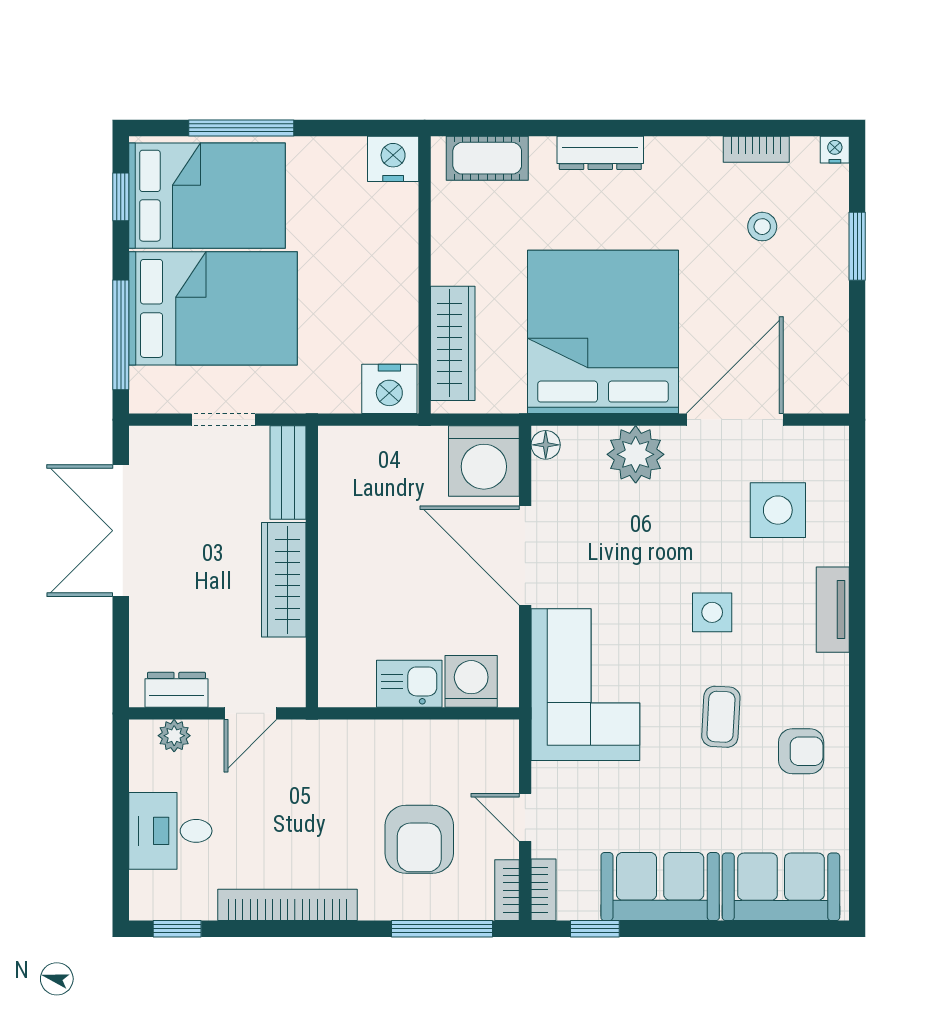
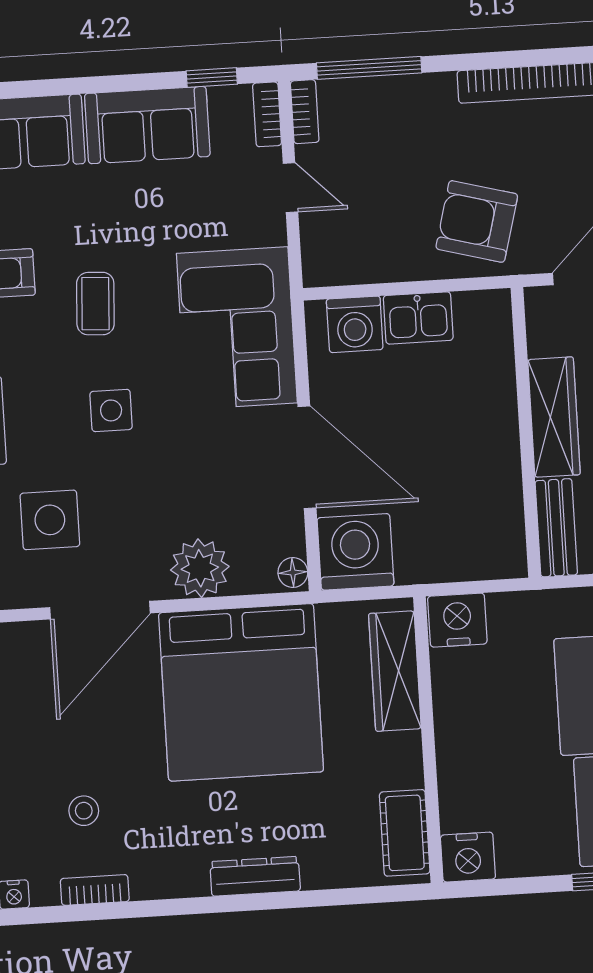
cot: (487, 158) -> (405, 833), moved, turned 90
armchair: (419, 839) -> (477, 221), moved, turned -75

